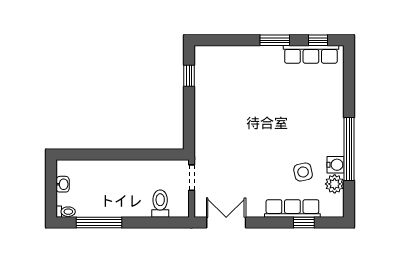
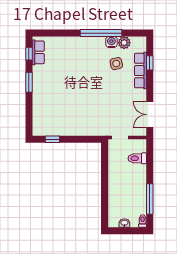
row of seats: (311, 54) -> (38, 52), width x0.68

